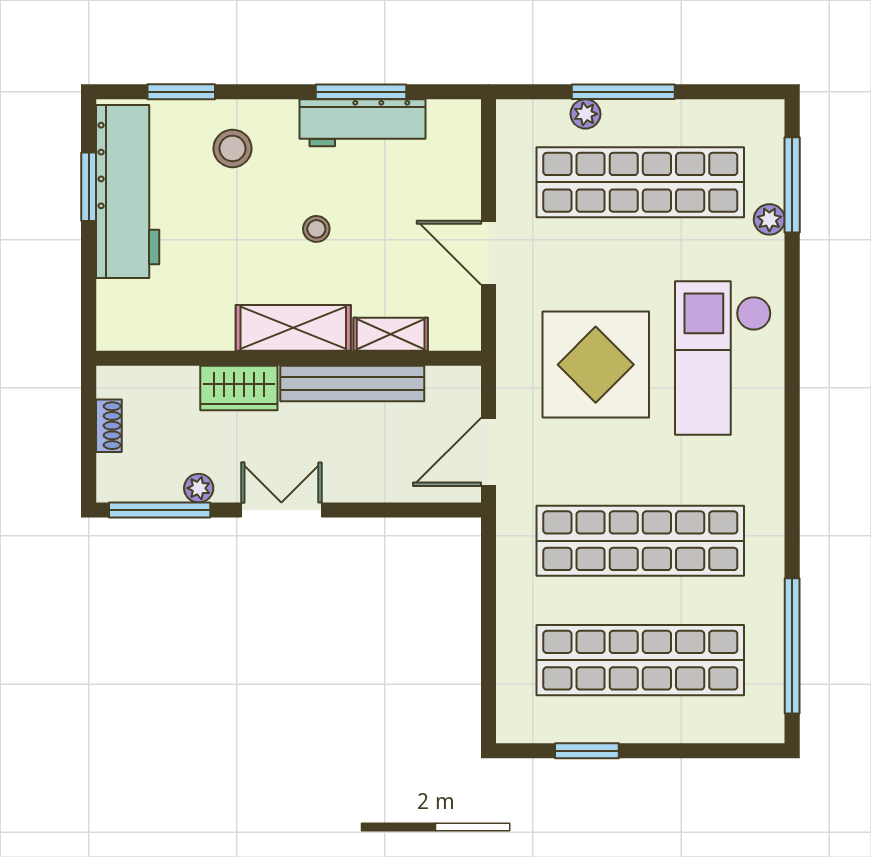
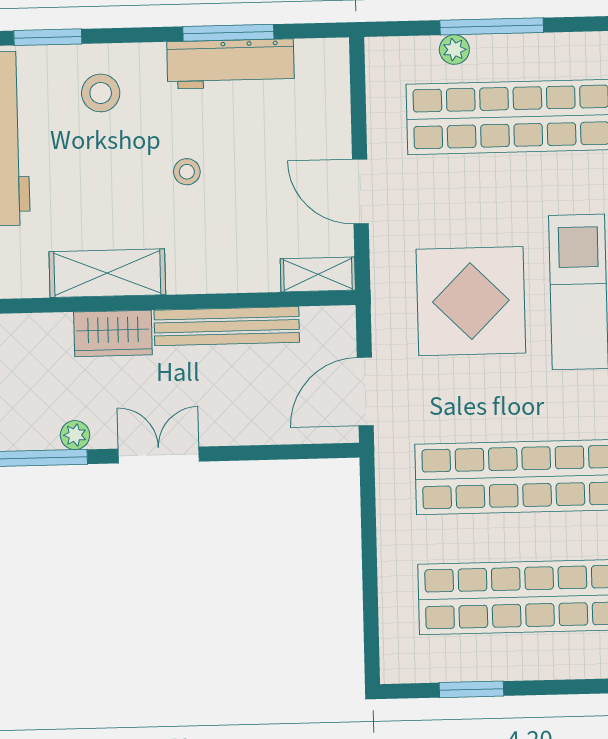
shelving: (293, 328) -> (107, 273), moved
shelving: (391, 334) -> (318, 274), moved

